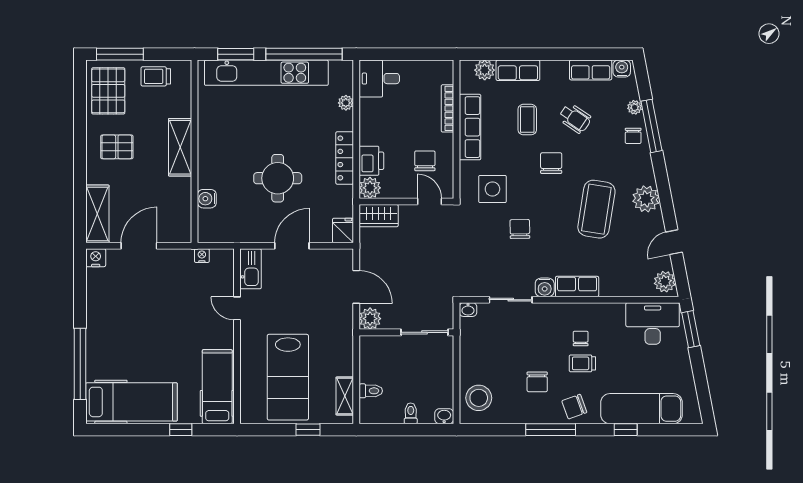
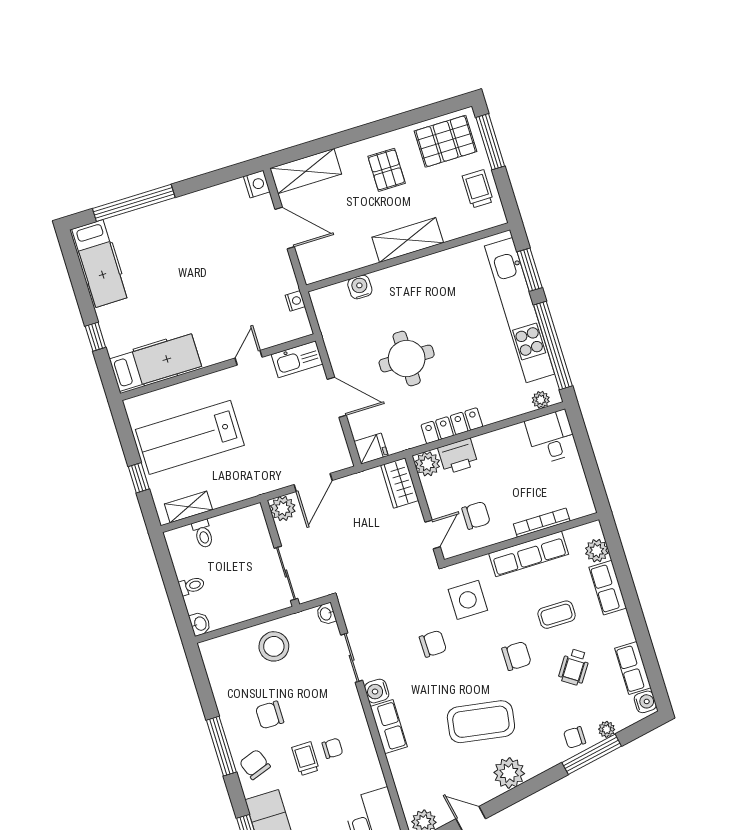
plant: (346, 103) -> (541, 400), moved
stool: (479, 398) -> (274, 646), moved
hospital bed: (132, 402) -> (99, 264), width x0.73, depth x0.78

